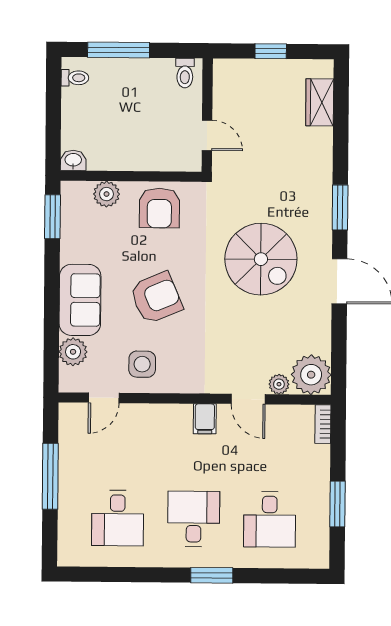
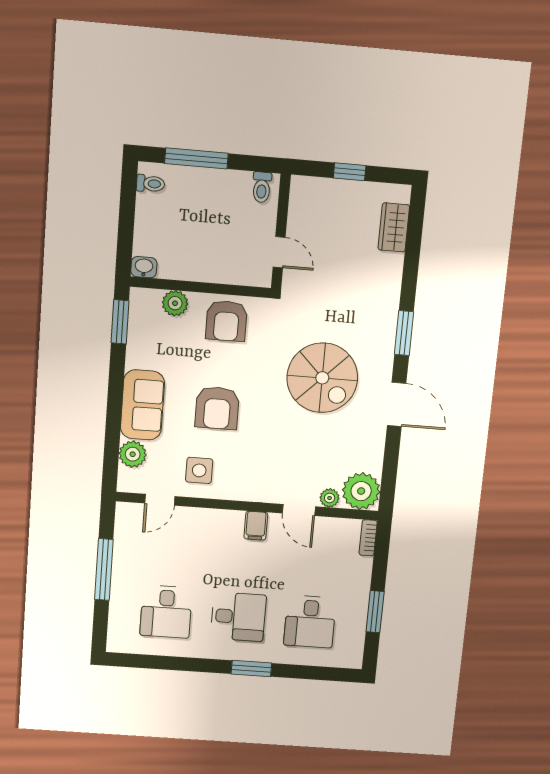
armchair: (156, 298) -> (217, 408), turned 113
desk: (194, 519) -> (238, 617), turned 90

